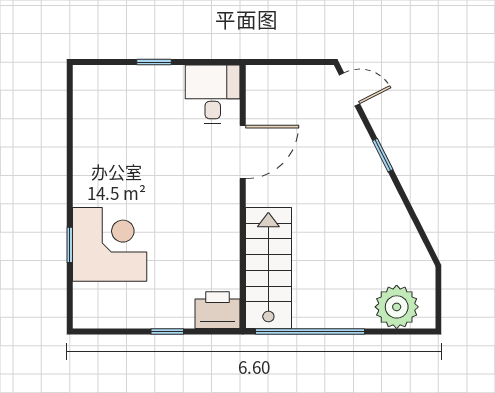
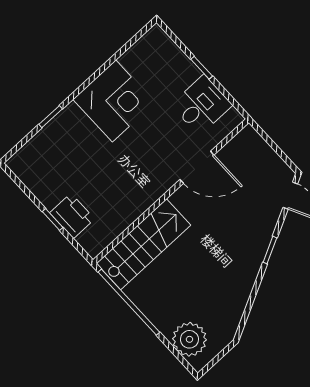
desk: (213, 94) -> (202, 105), moved
corner desk: (110, 244) -> (114, 101), moved
printer: (217, 310) -> (72, 216), moved

